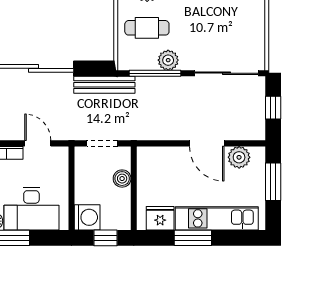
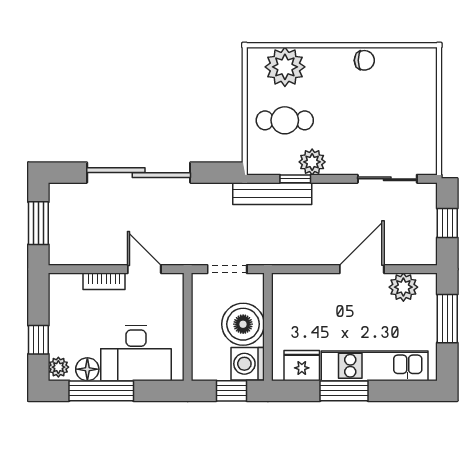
window: (155, 73) -> (295, 179), width x0.46
sliding door: (227, 73) -> (387, 179), width x0.73
bench: (104, 85) -> (272, 194), moved
door: (207, 143) -> (362, 269), swing flipped
boiler: (122, 179) -> (243, 324), width x1.86, depth x1.86
washing machine: (87, 217) -> (248, 364), moved, turned 180

